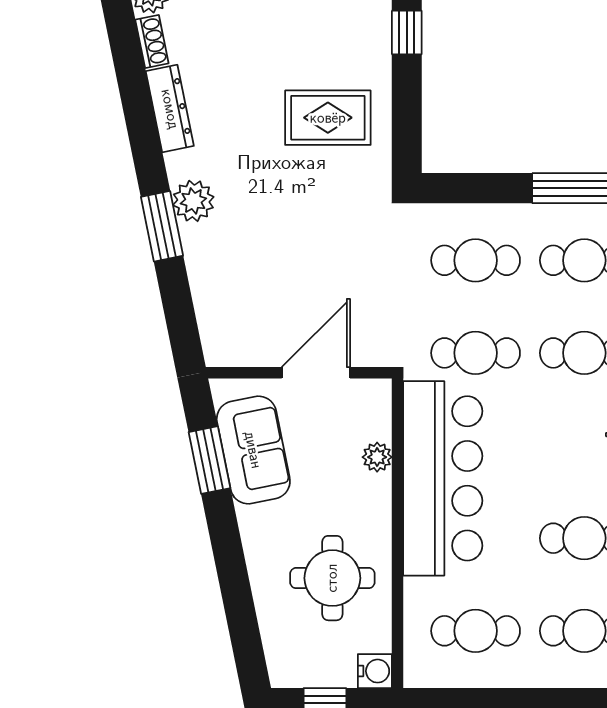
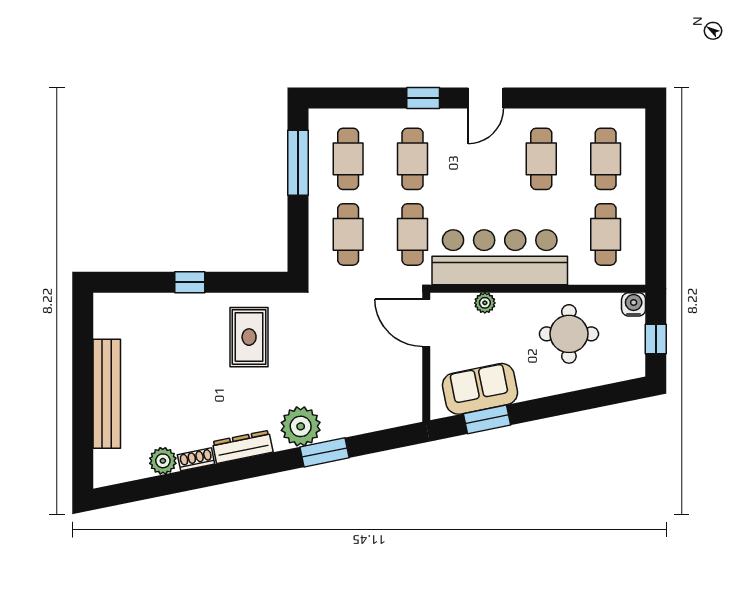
plant: (193, 201) -> (301, 426), width x1.36, depth x1.36
door: (316, 373) -> (426, 323), moved

